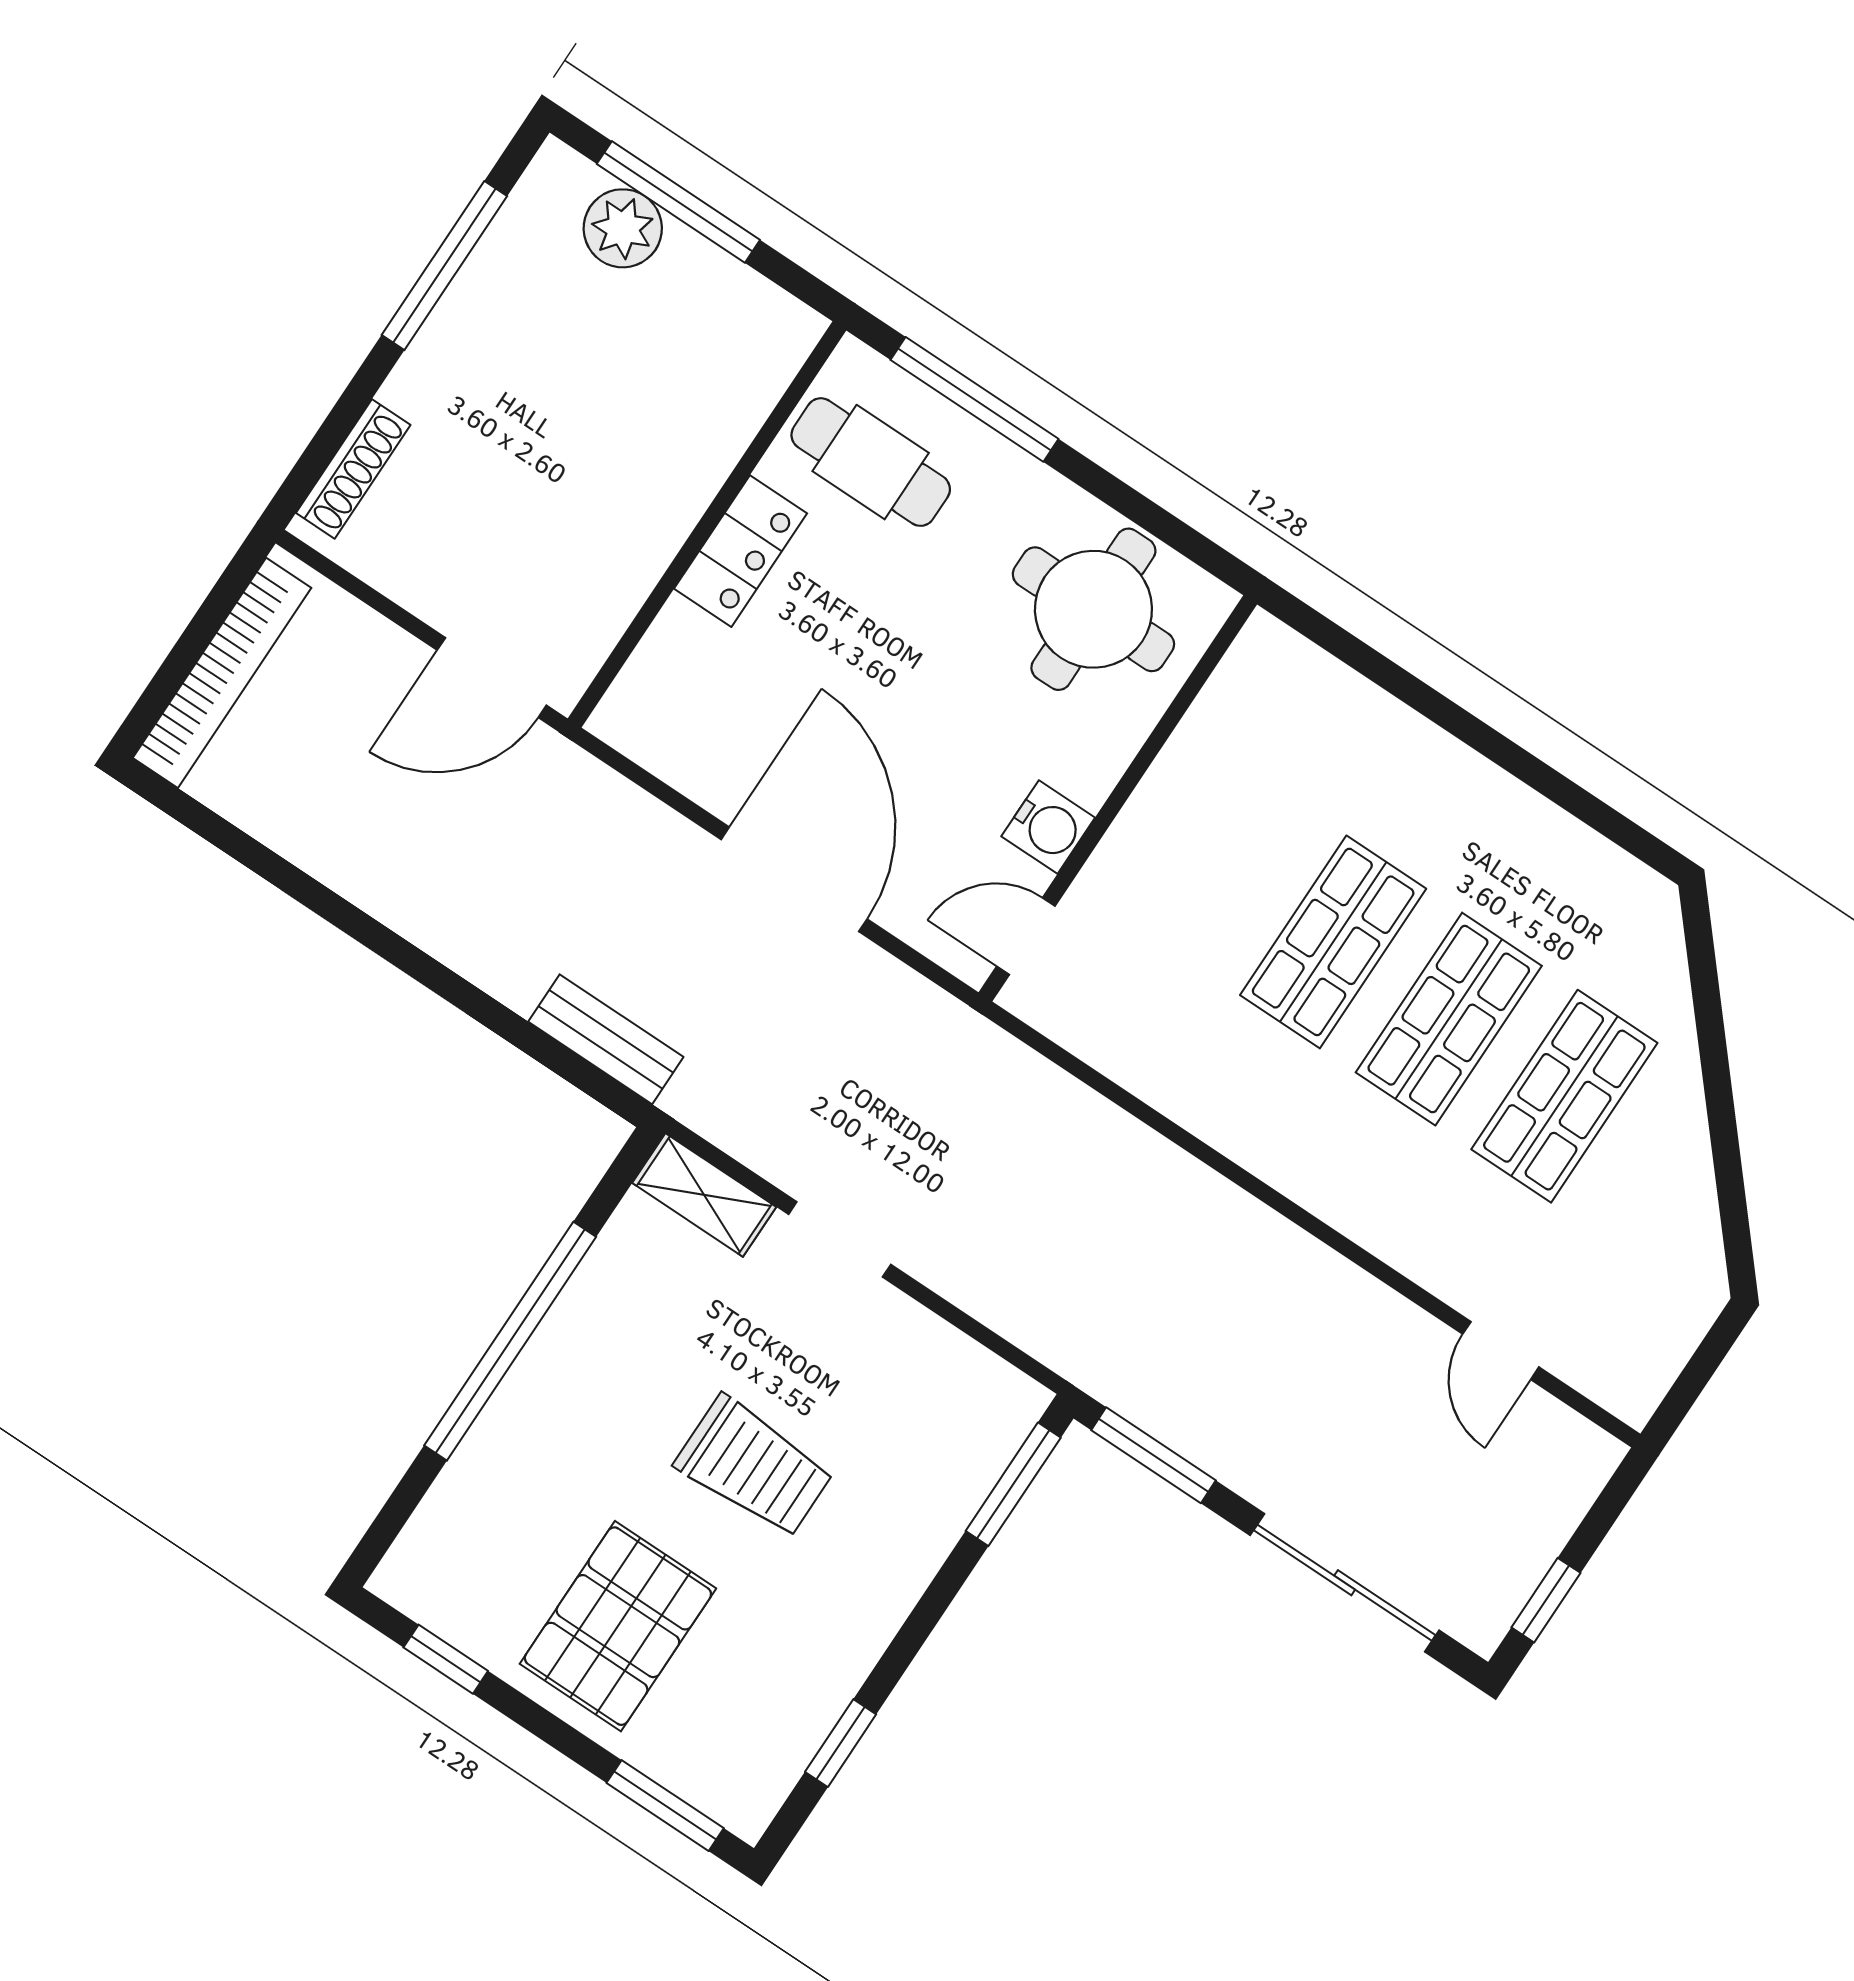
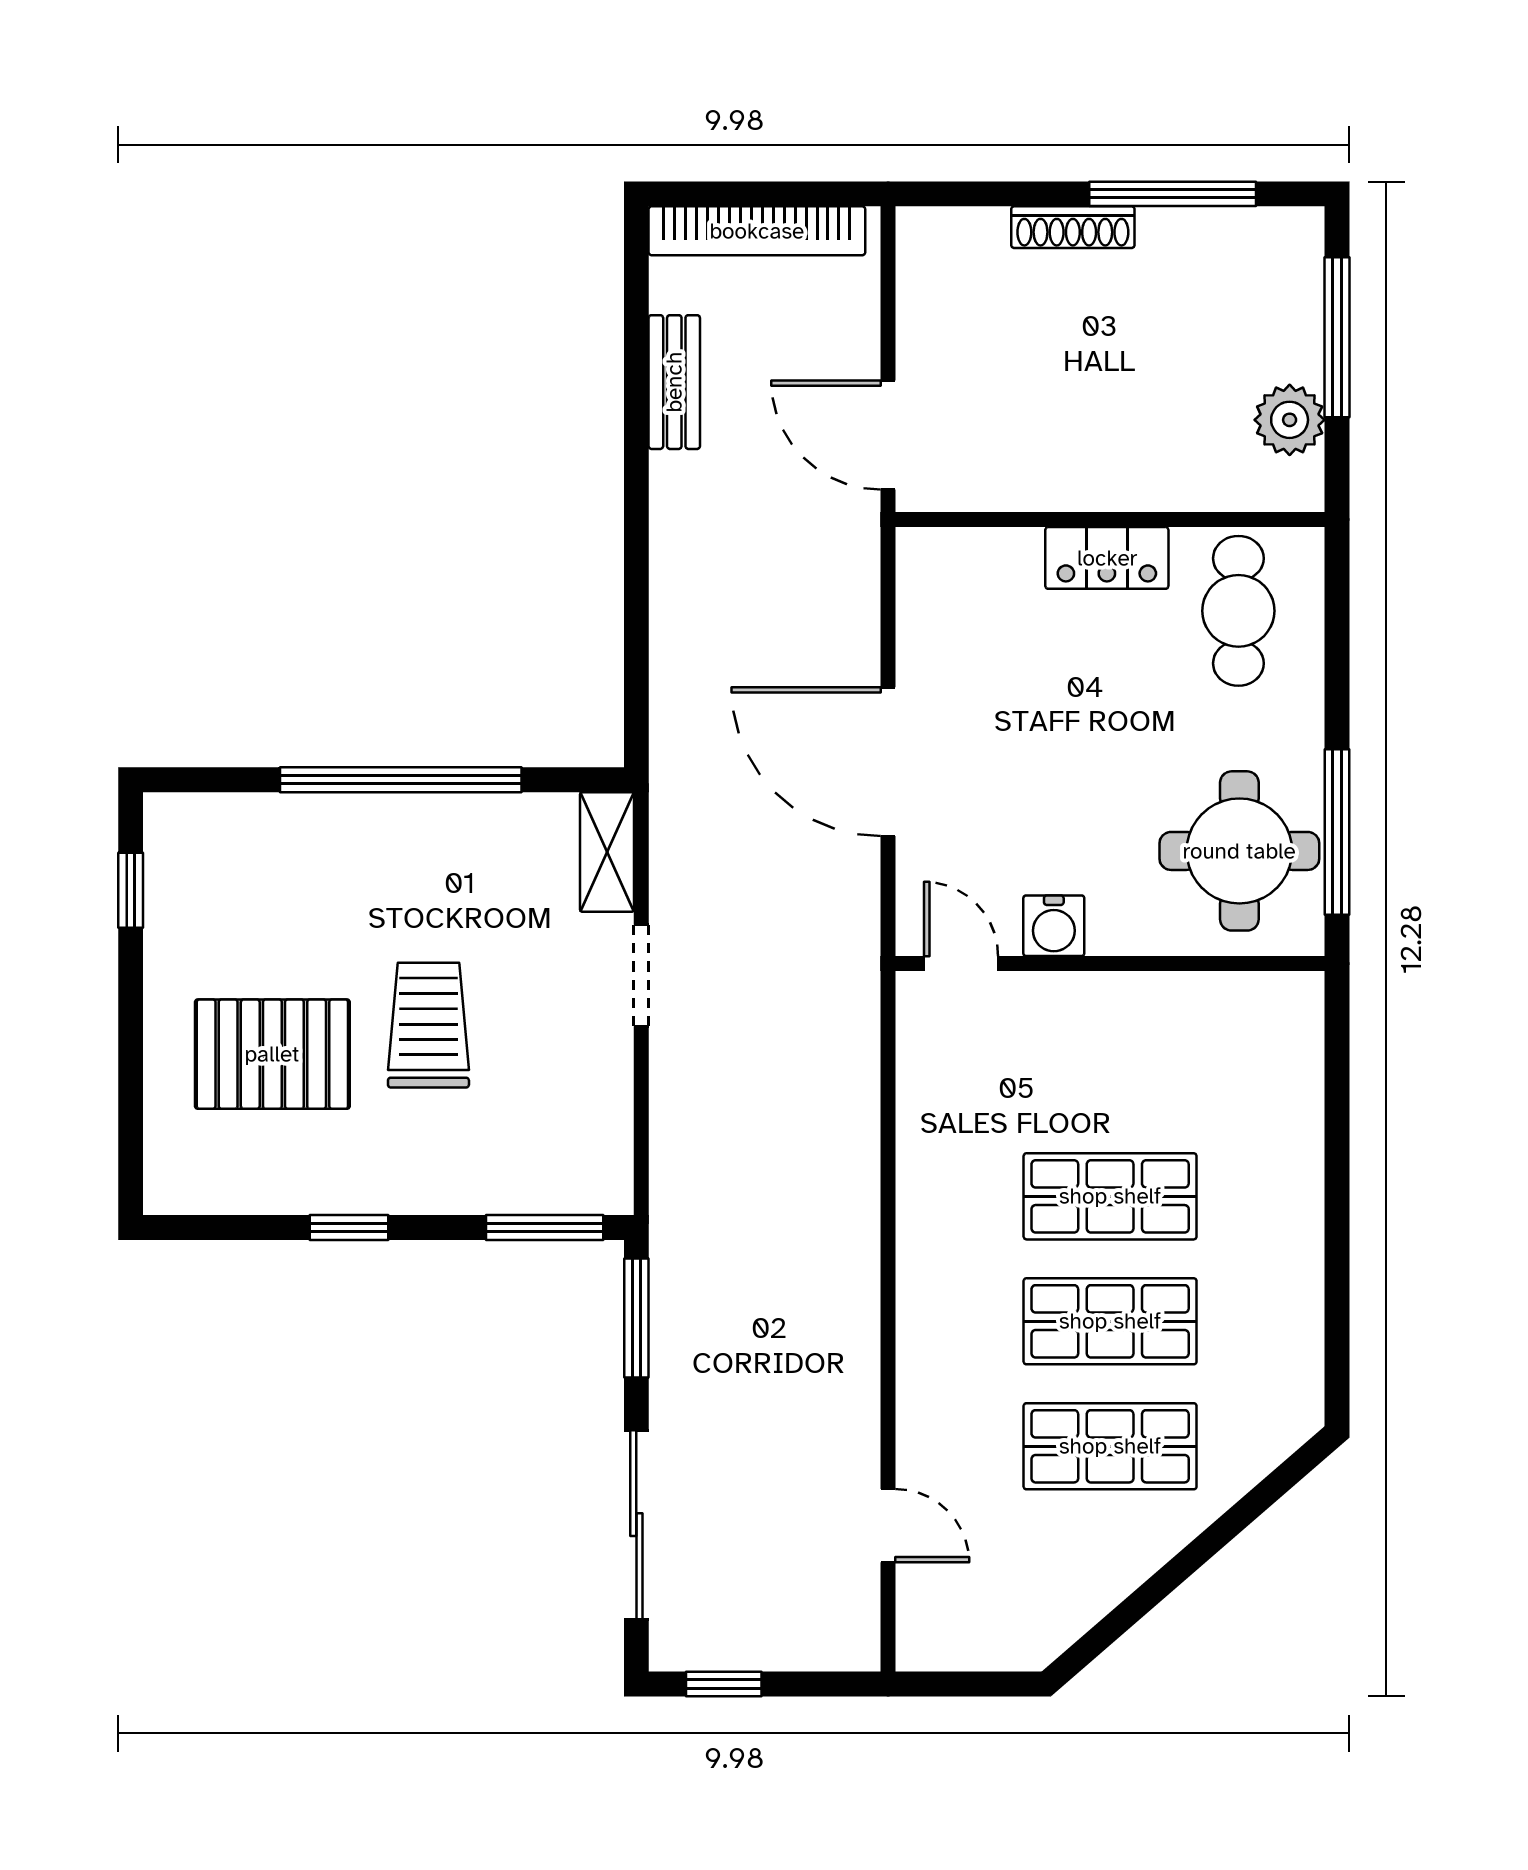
plant: (623, 228) -> (1290, 420), moved
window: (974, 399) -> (1337, 832), moved
shoe rack: (353, 469) -> (1073, 227), moved
door: (794, 879) -> (888, 762), swing flipped
bench: (606, 1039) -> (674, 382), moved
door: (1501, 1351) -> (888, 1526), swing flipped
trolley: (754, 1467) -> (428, 1025), turned 180
pallet: (618, 1626) -> (272, 1054), moved
window: (841, 1743) -> (349, 1228), moved
window: (665, 1806) -> (131, 1128), removed

